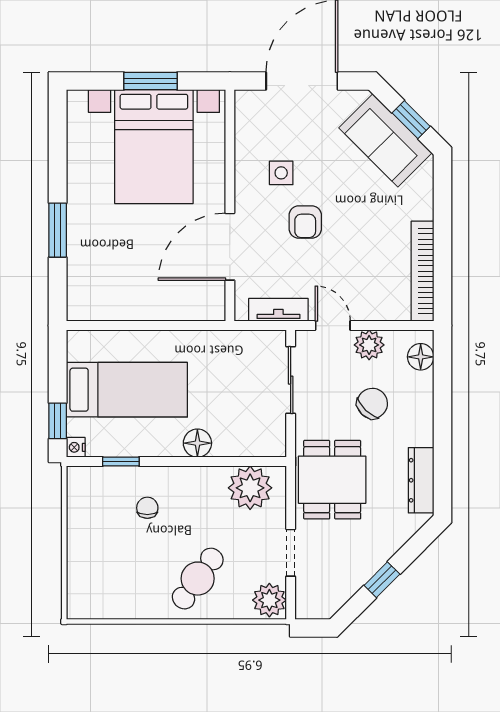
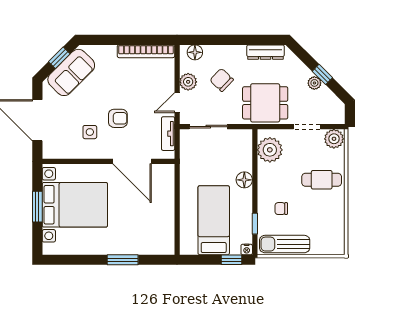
sun lounger: (85, 514) -> (285, 244), added
plant: (367, 566) -> (314, 83), added
cafe table: (198, 579) -> (322, 180), turned -36

